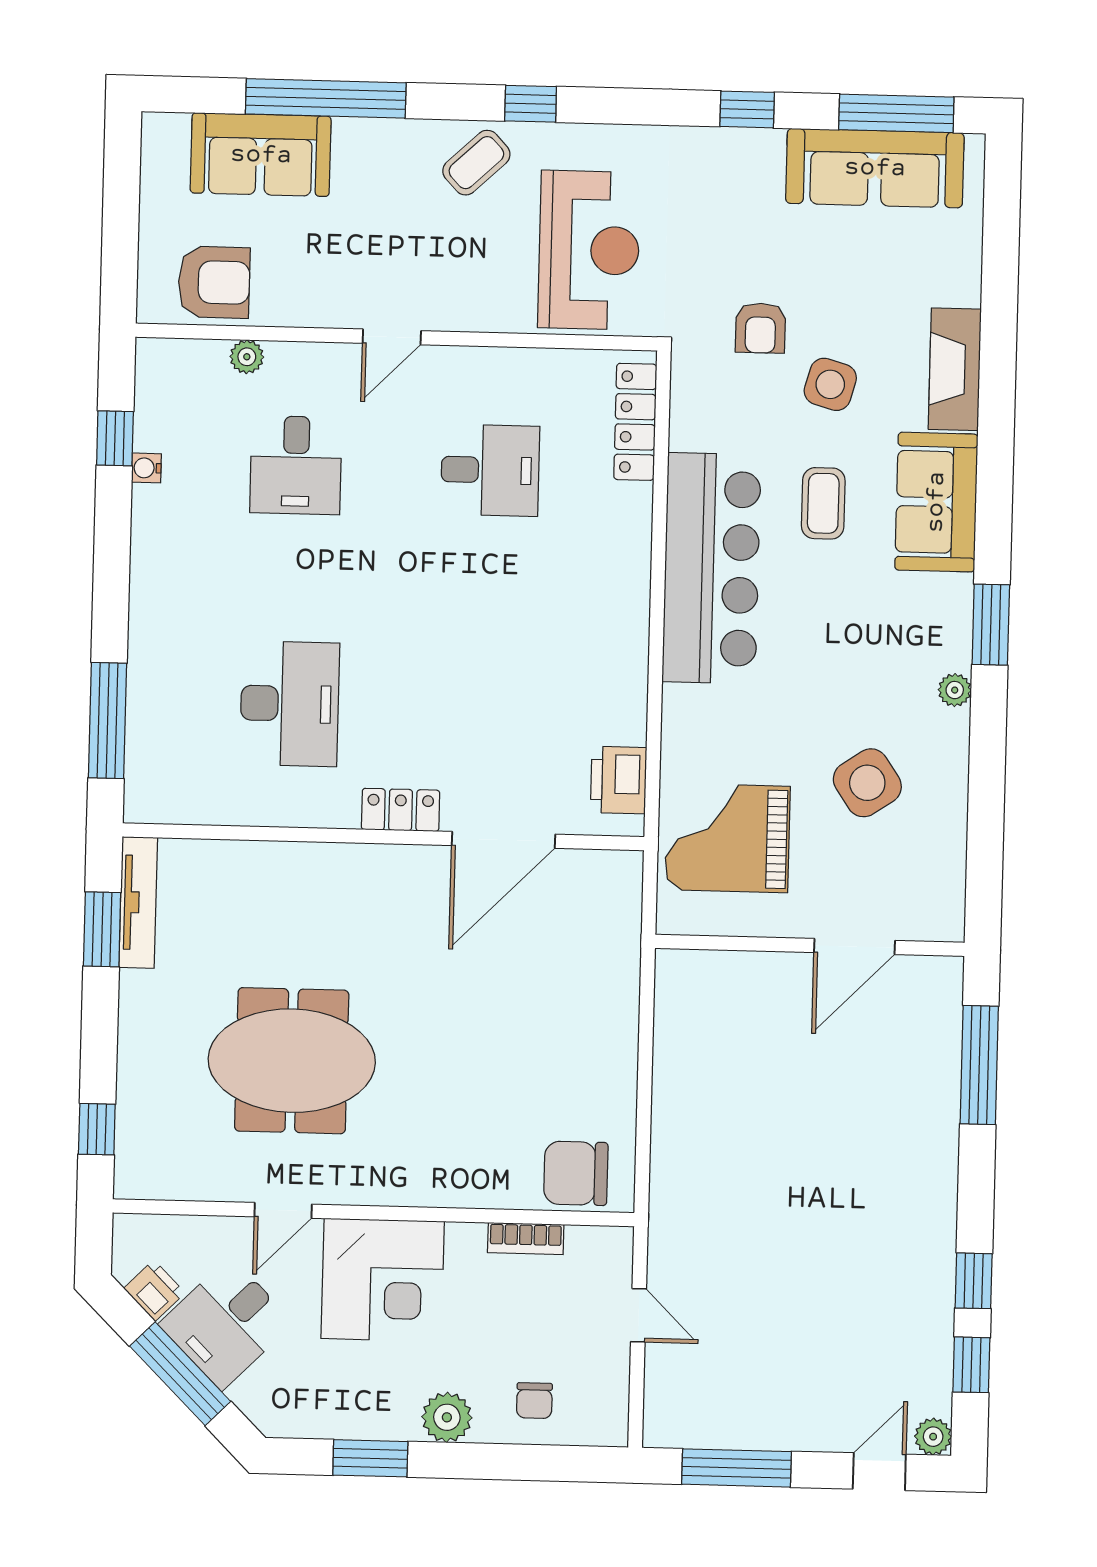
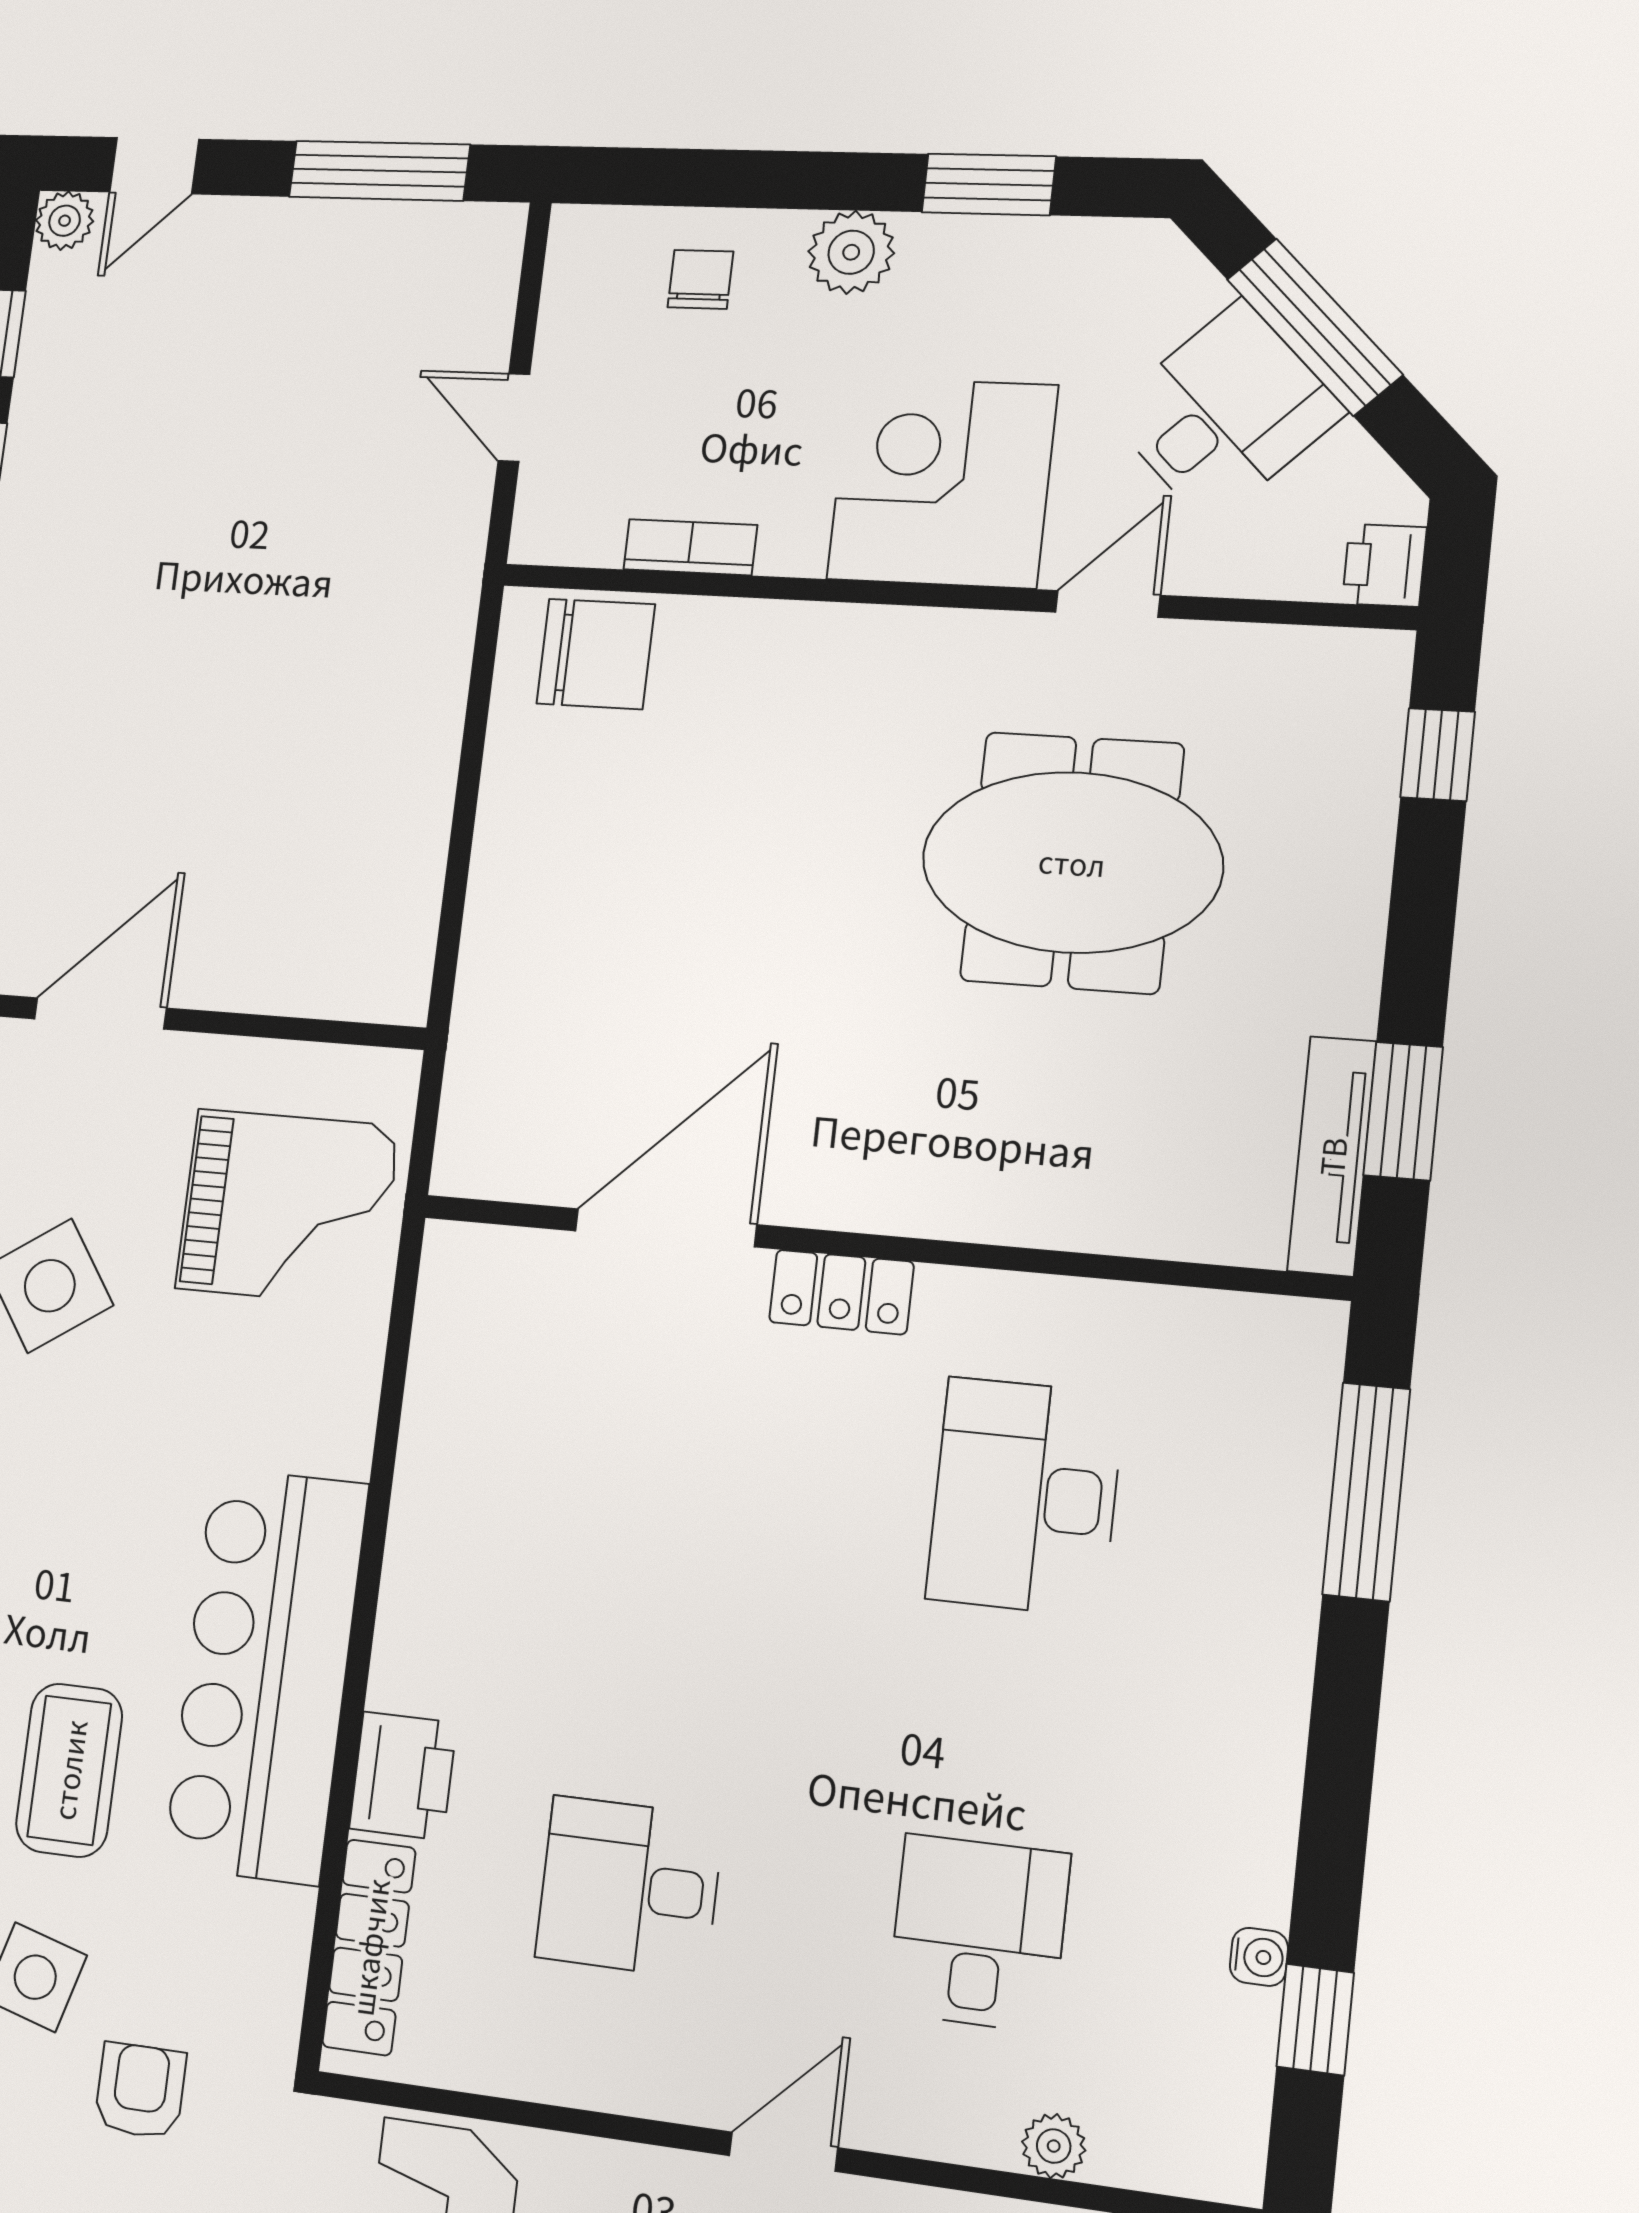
coffee table: (823, 503) -> (69, 1770), width x1.36, depth x1.30
printer: (618, 780) -> (403, 1776), moved
printer: (154, 1291) -> (1384, 565), moved, turned 45

